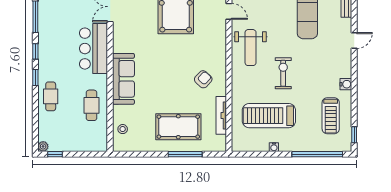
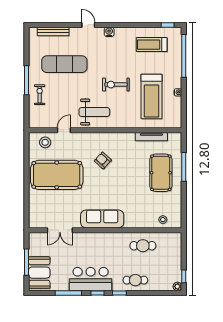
bar counter: (94, 49) -> (91, 279), moved, turned 180
sofa: (123, 79) -> (102, 219), moved
armchair: (203, 79) -> (103, 160), moved
water cooler: (346, 84) -> (109, 32), moved
treadmill: (331, 116) -> (152, 45), turned 180

